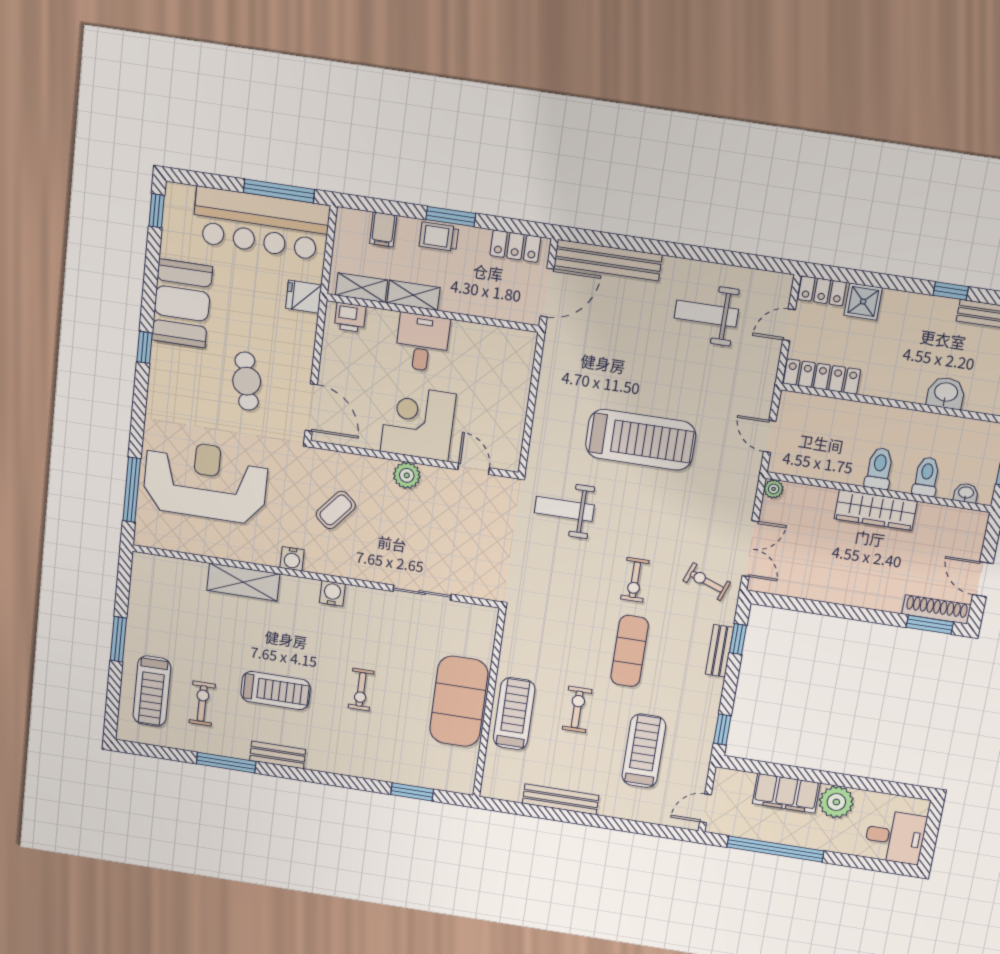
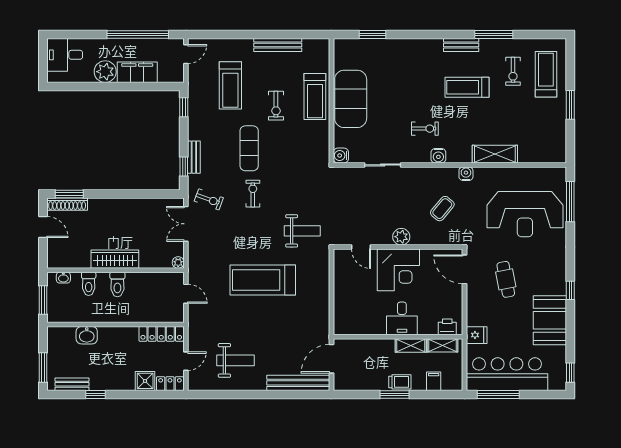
locker: (515, 246) -> (354, 383), removed
water cooler: (486, 617) -> (341, 156), added
exercise bike: (361, 690) -> (425, 129), moved, turned 90

